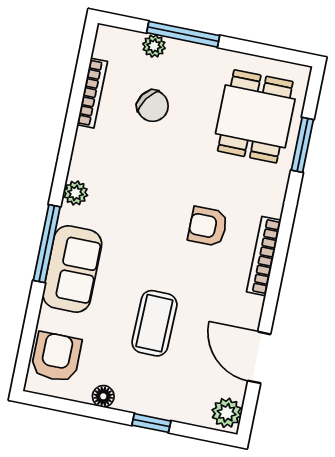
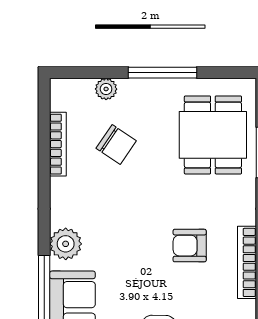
window: (183, 34) -> (162, 73), moved
plant: (76, 193) -> (66, 244), width x1.38, depth x1.38

